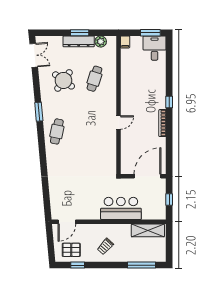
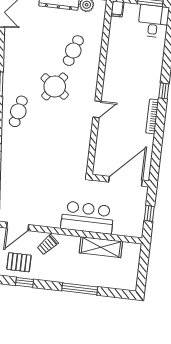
round table: (63, 80) -> (55, 86), moved
shelving: (148, 230) -> (101, 247), moved
trolley: (105, 246) -> (48, 245), moved
window: (142, 265) -> (80, 289), moved

